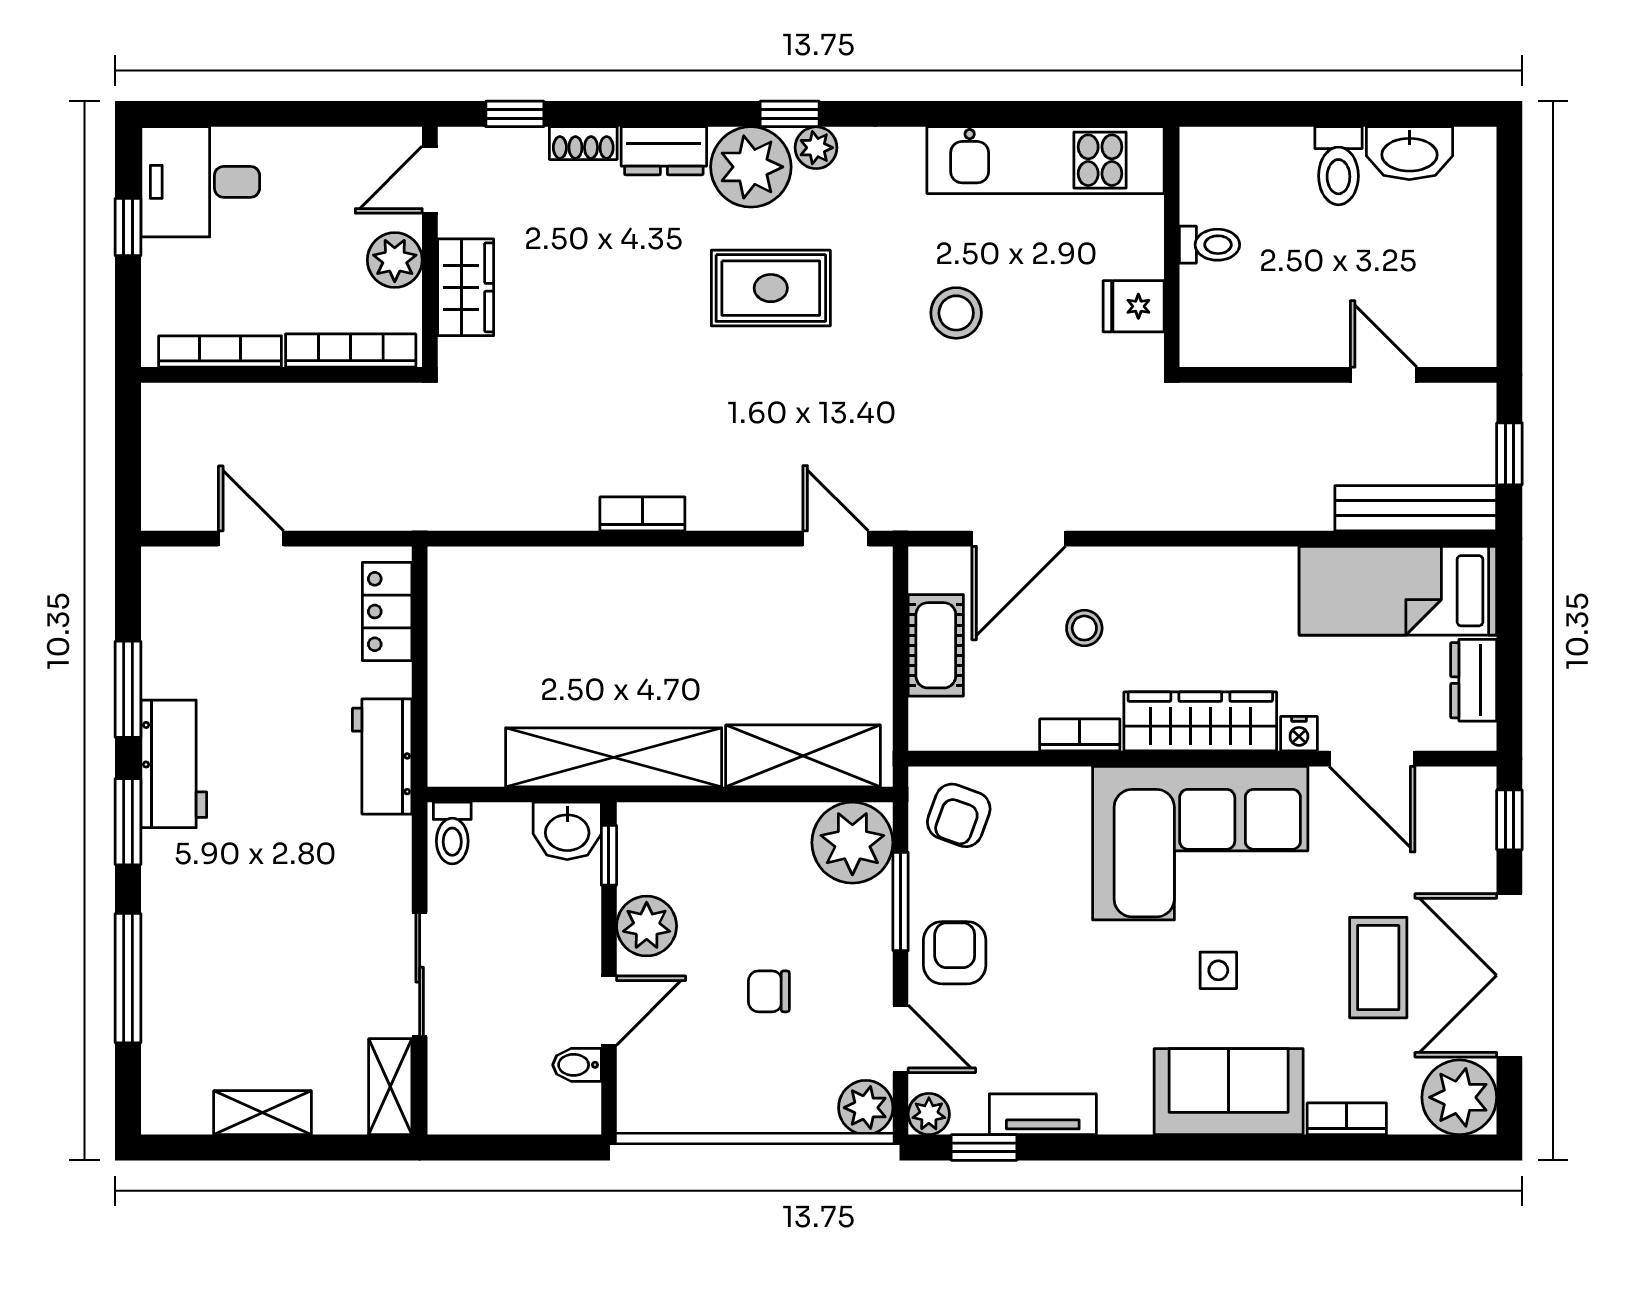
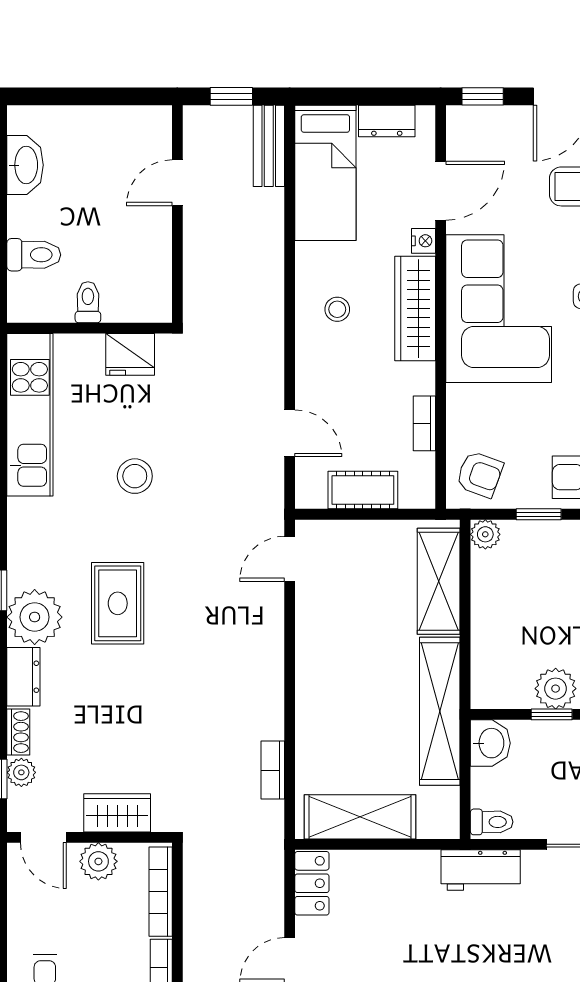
plant: (816, 148) -> (21, 772), moved
toilet: (1338, 166) -> (34, 255), moved
fridge: (1134, 306) -> (130, 354), width x1.38
bench: (1416, 508) -> (269, 146), width x0.73
bookcase: (642, 514) -> (273, 770), moved
door: (1019, 539) -> (290, 433), width x0.73
locker: (387, 612) -> (312, 883), moved, turned -90
stool: (1084, 628) -> (337, 309), moved
shelving: (460, 641) -> (360, 817), added
bookcase: (1080, 735) -> (424, 423), moved
workbench: (382, 757) -> (481, 870), moved
plant: (852, 843) -> (485, 534), width x0.53, depth x0.53
window: (609, 855) -> (552, 714), moved
window: (901, 901) -> (539, 514), width x0.67

